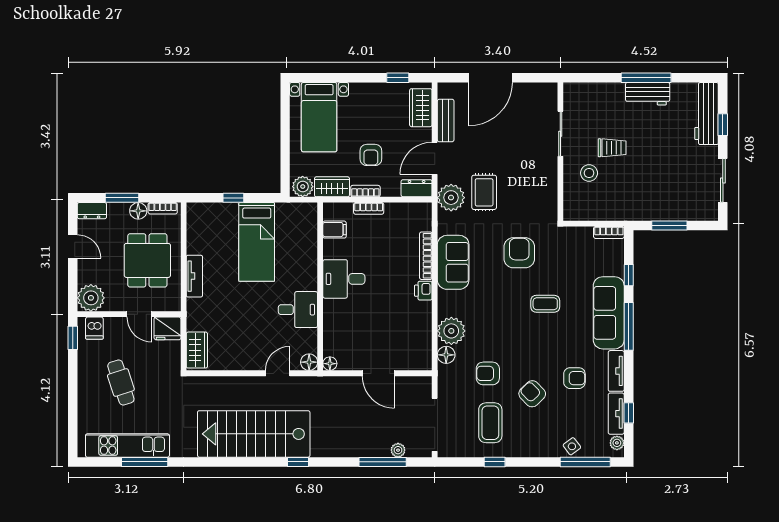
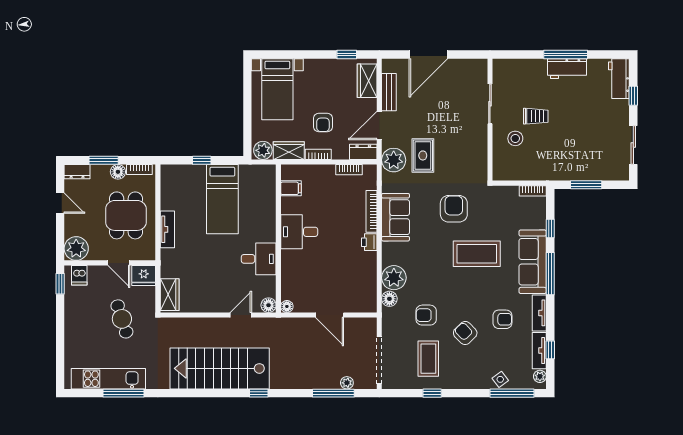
workbench: (707, 114) -> (619, 79), width x0.73
bookcase: (369, 208) -> (349, 170), moved
coffee table: (545, 304) -> (477, 254), width x1.86, depth x1.72
cafe table: (121, 382) -> (122, 319), moved

